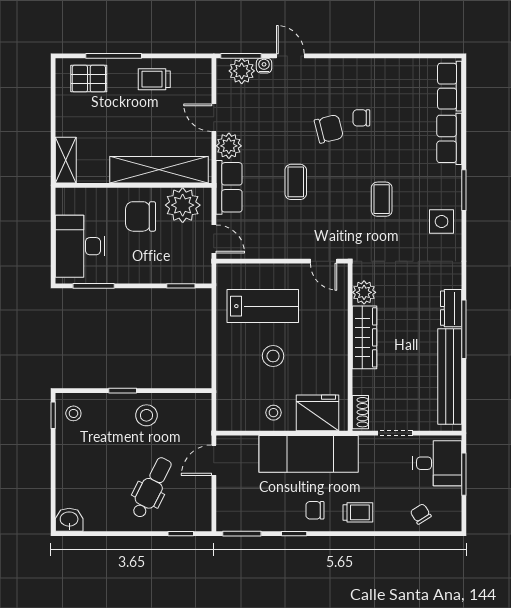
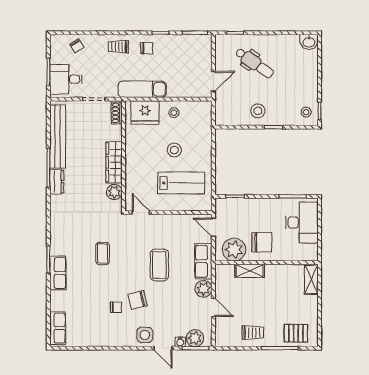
row of seats: (449, 139) -> (58, 273), moved
shelving: (159, 170) -> (250, 271), width x0.45, depth x0.75
coffee table: (296, 182) -> (159, 265), width x1.36, depth x1.30
side table: (442, 221) -> (145, 335), moved
lab bench: (263, 306) -> (181, 183), turned 180
exam couch: (309, 454) -> (142, 89), width x0.73, depth x0.69
dental chair: (152, 488) -> (254, 63), turned -82

